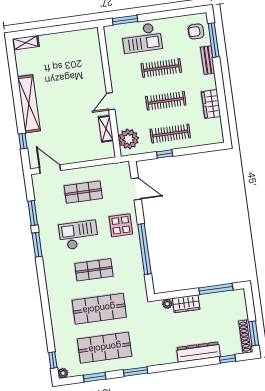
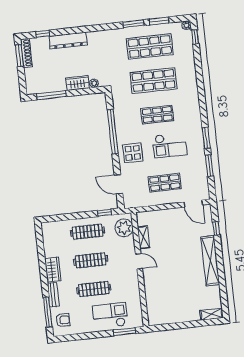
door: (111, 101) -> (139, 261), hinge flipped
wardrobe: (211, 104) -> (53, 270), moved
window: (165, 154) -> (105, 213), moved
window: (136, 372) -> (133, 24), moved

